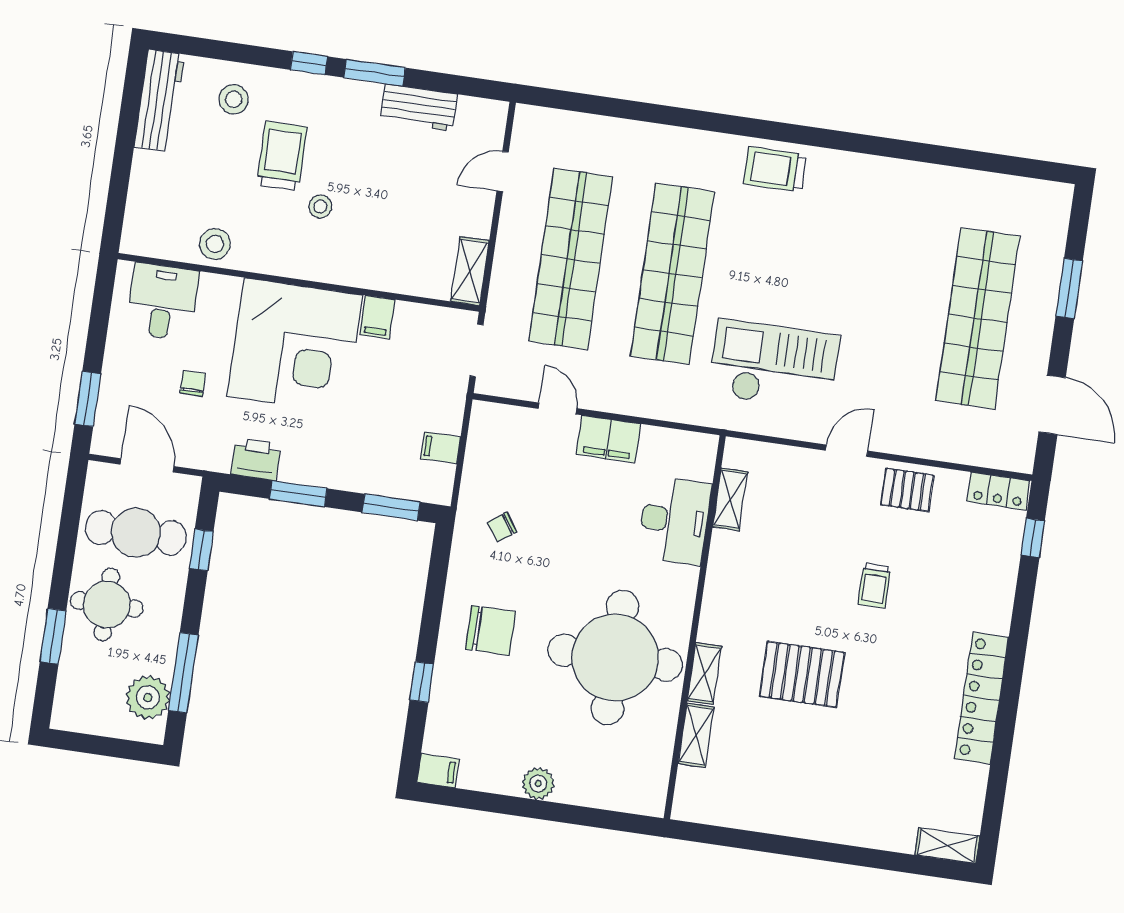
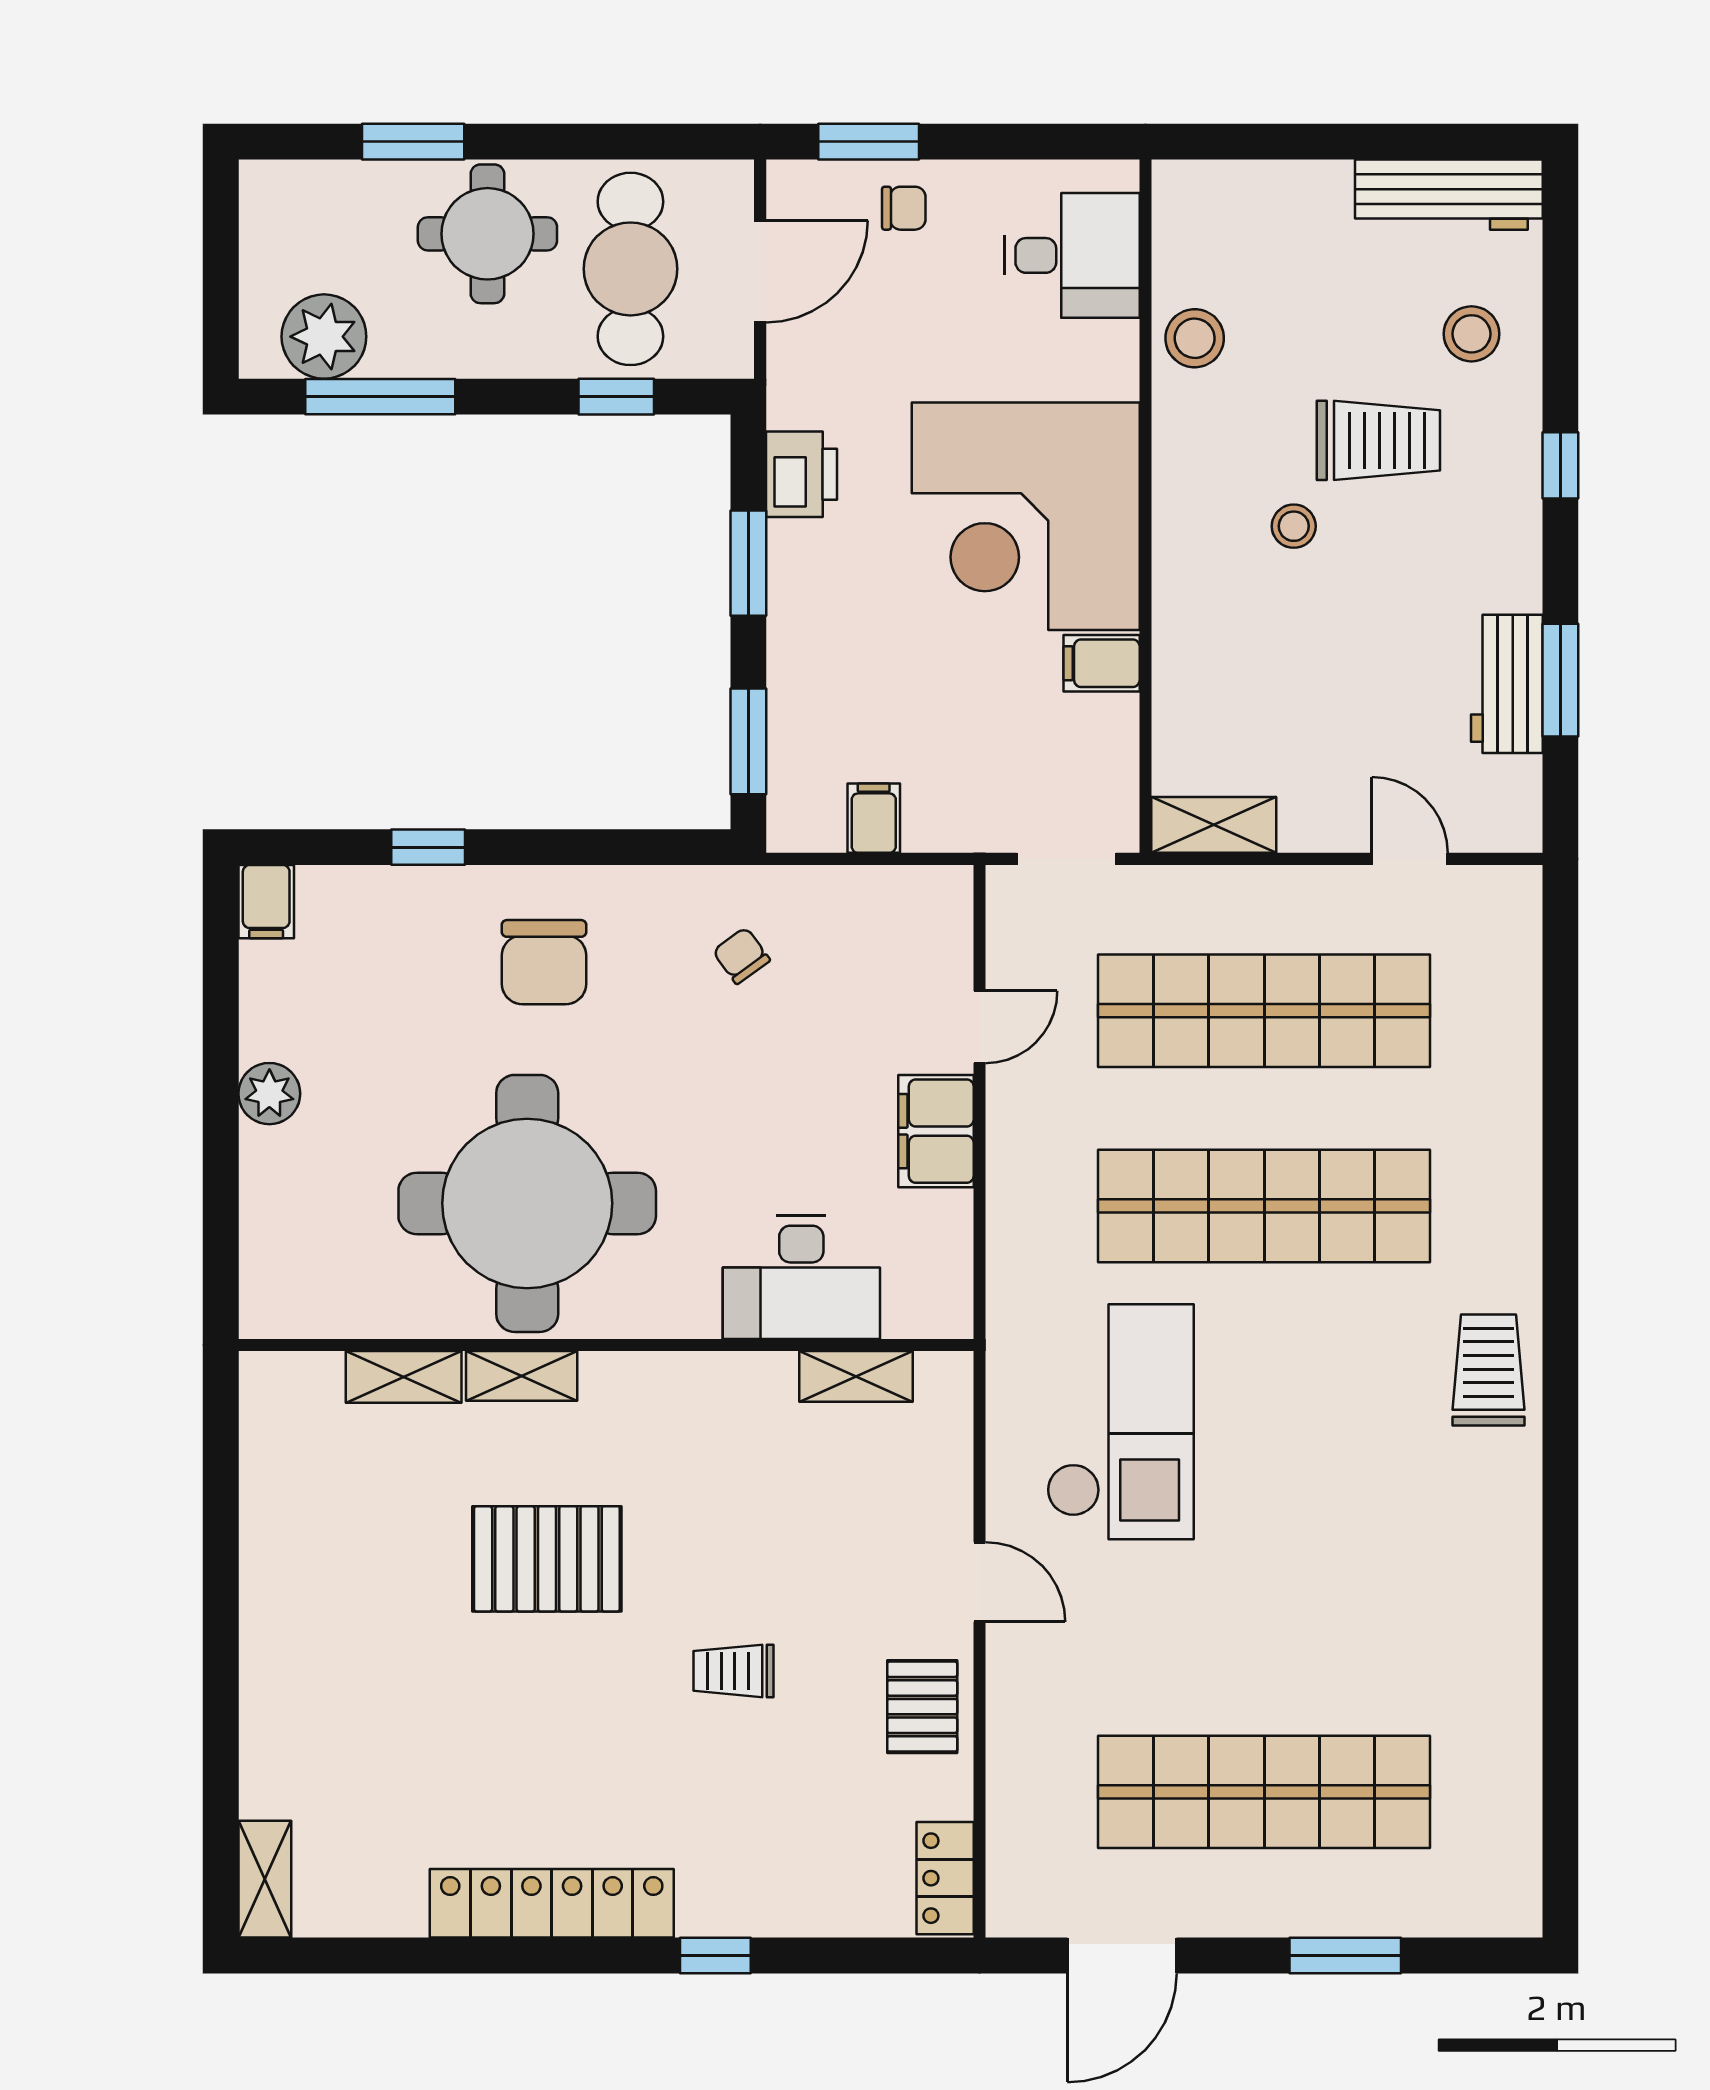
window: (375, 73) -> (1560, 680), moved
chair: (193, 383) -> (904, 208), moved
window: (1033, 538) -> (715, 1955), moved
pallet: (802, 674) -> (547, 1559), turned 90

